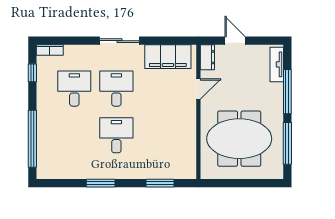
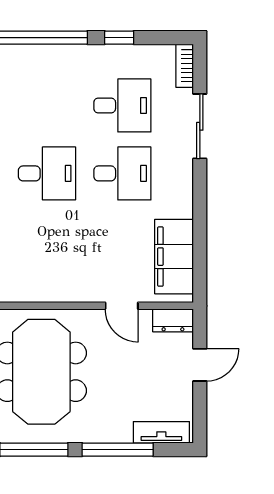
sliding door: (119, 41) -> (200, 126), moved
window: (32, 73) -> (119, 38), moved

